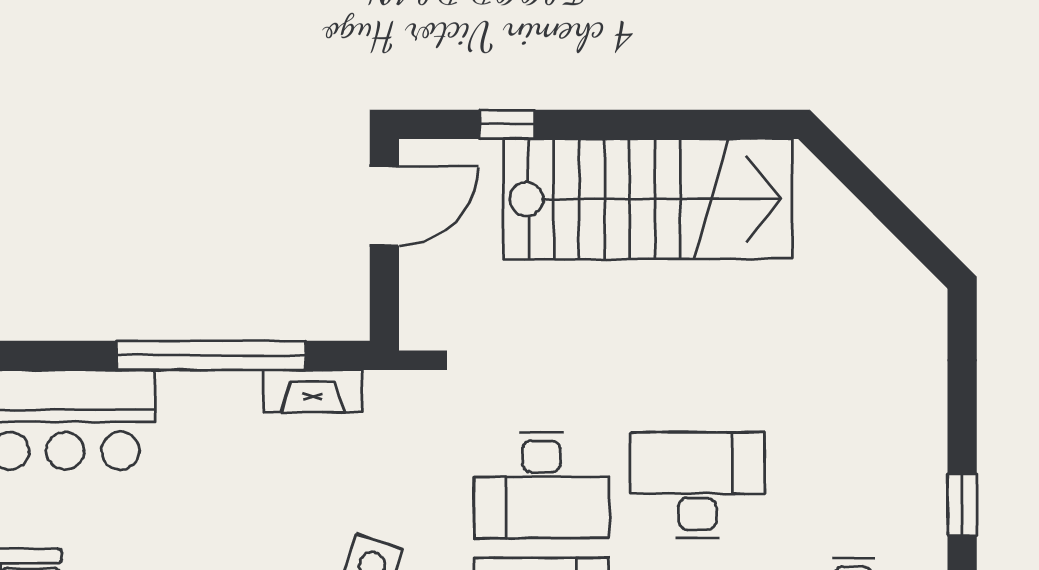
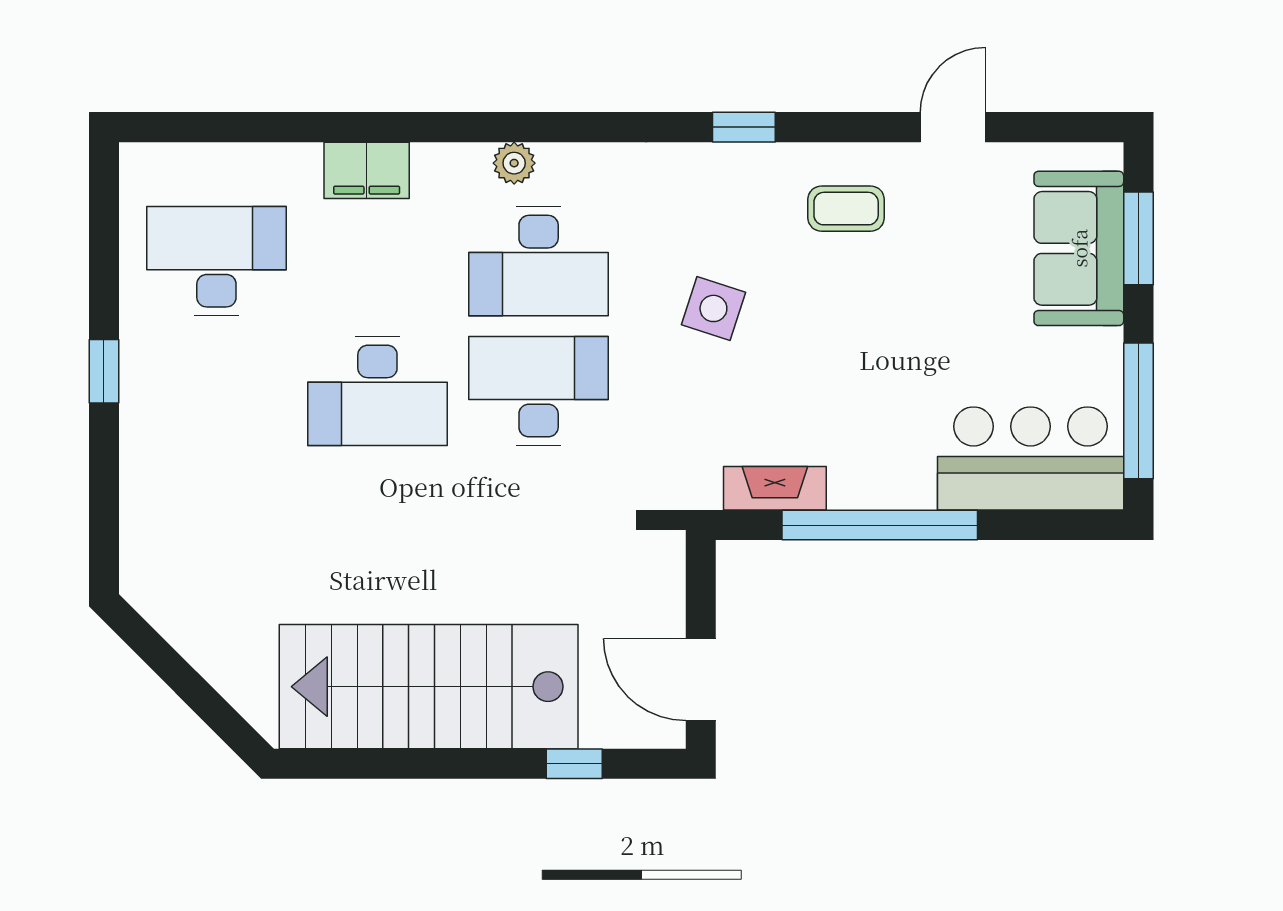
door: (384, 206) -> (701, 680), hinge flipped

